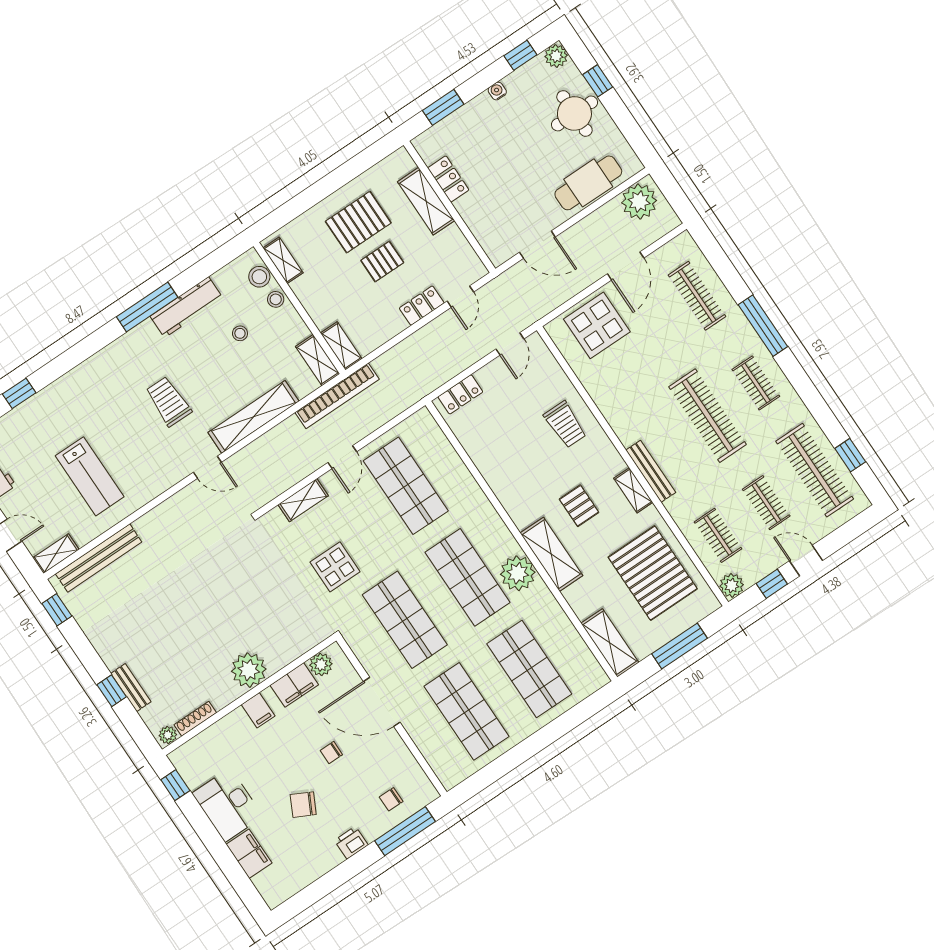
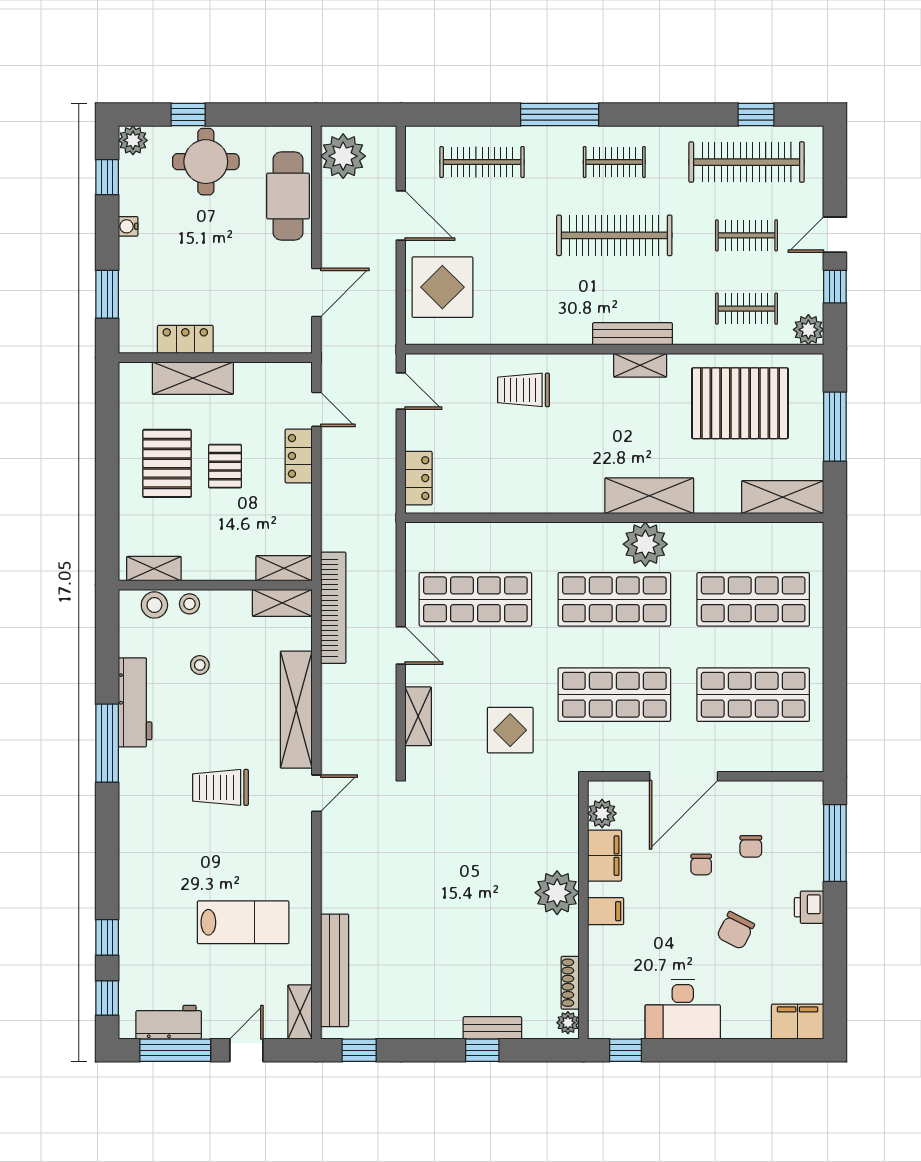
trolley: (565, 424) -> (524, 390), turned 180
pallet: (579, 506) -> (618, 433), removed
chair: (391, 799) -> (751, 846), moved
filing cabinet: (249, 854) -> (798, 1022), moved

